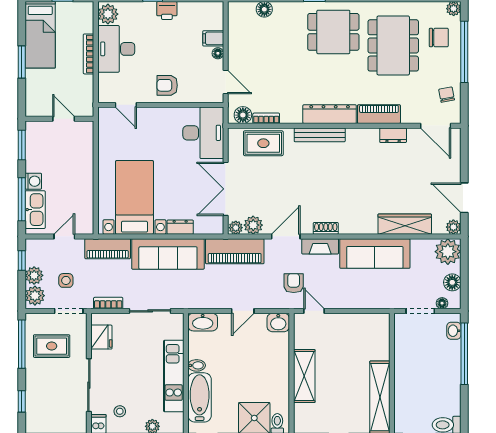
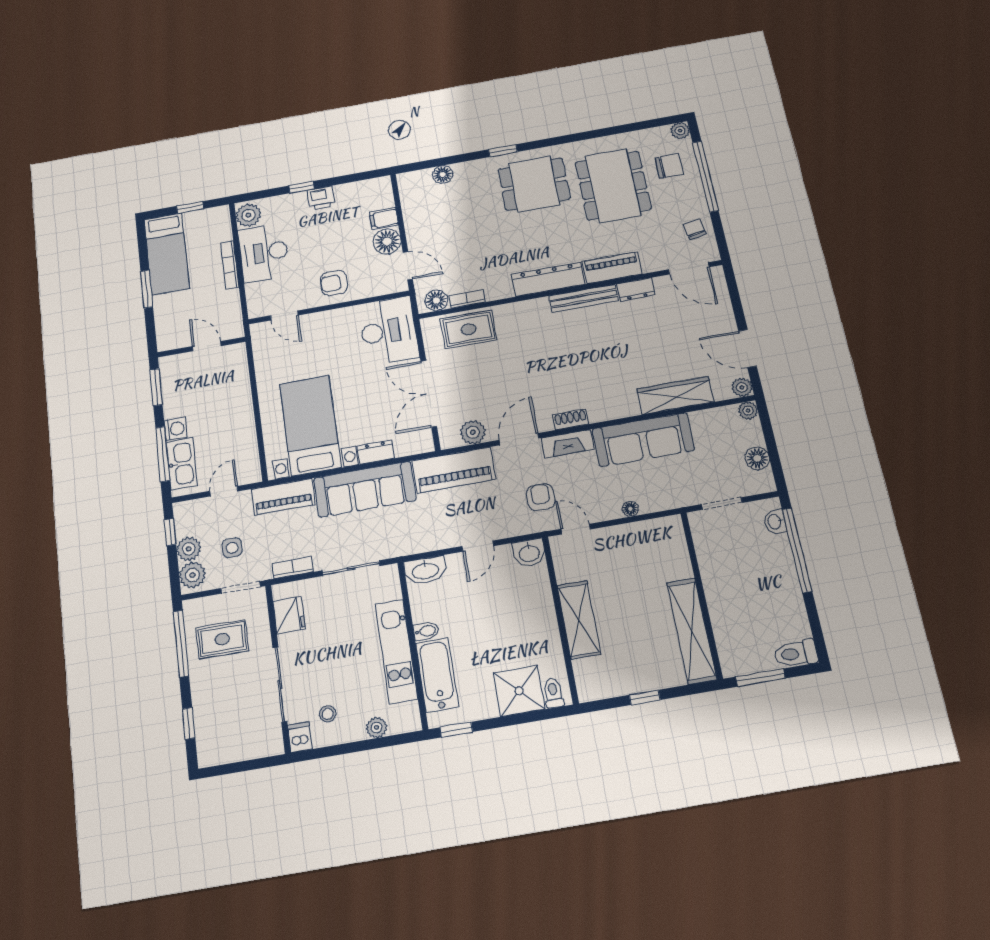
floor lamp: (218, 53) -> (387, 241), width x1.89, depth x1.89
bench: (320, 135) -> (583, 298), moved
plant: (236, 228) -> (450, 440), removed
plant: (448, 252) -> (748, 411), width x0.53, depth x0.53
floor lamp: (442, 303) -> (630, 509), moved

